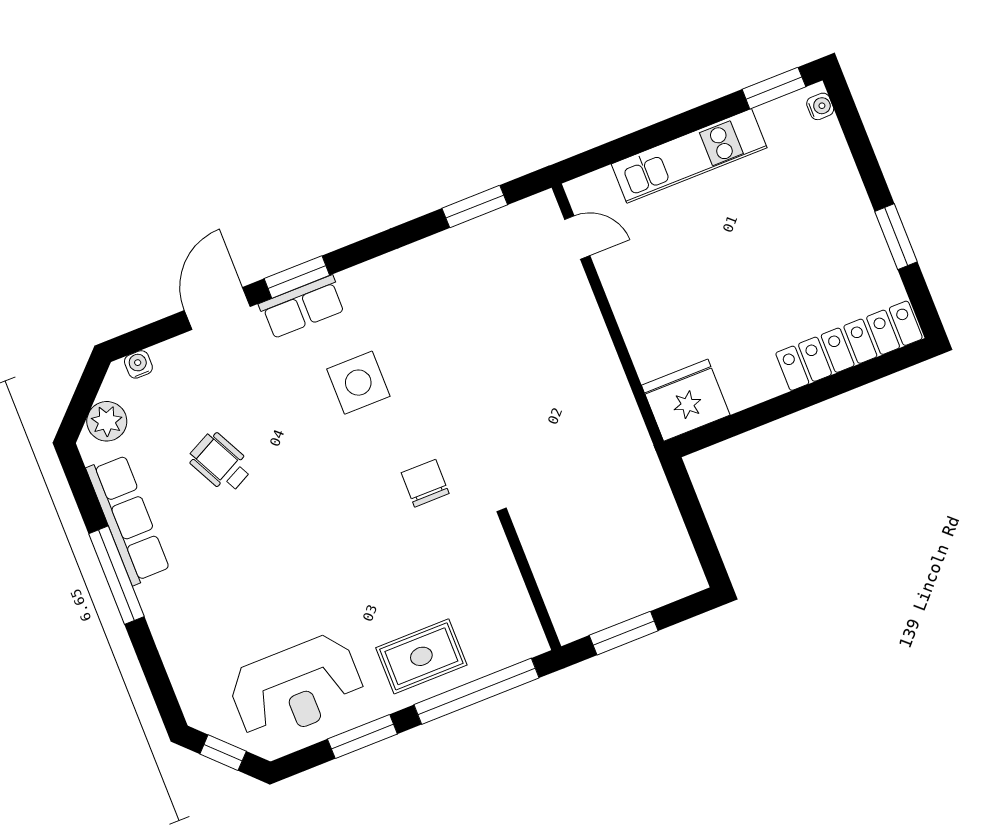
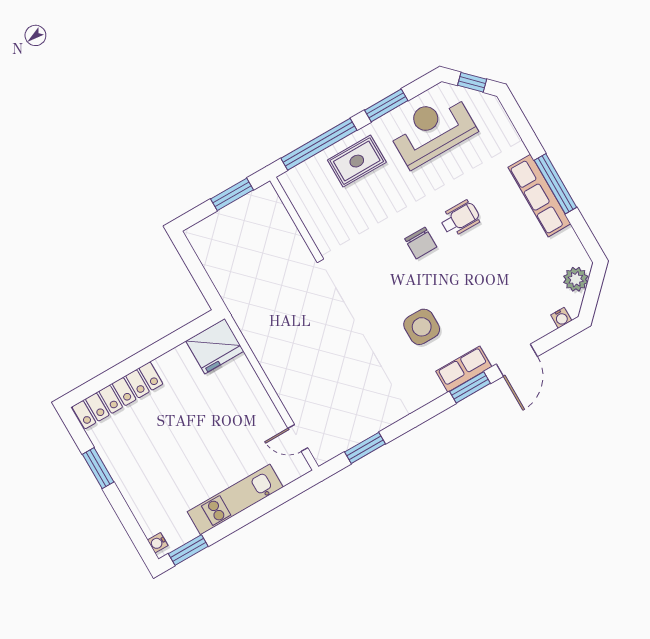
wheelchair: (220, 463) -> (460, 218), moved, turned -63
chair: (425, 483) -> (421, 243), moved
row of seats: (128, 519) -> (539, 196), moved

